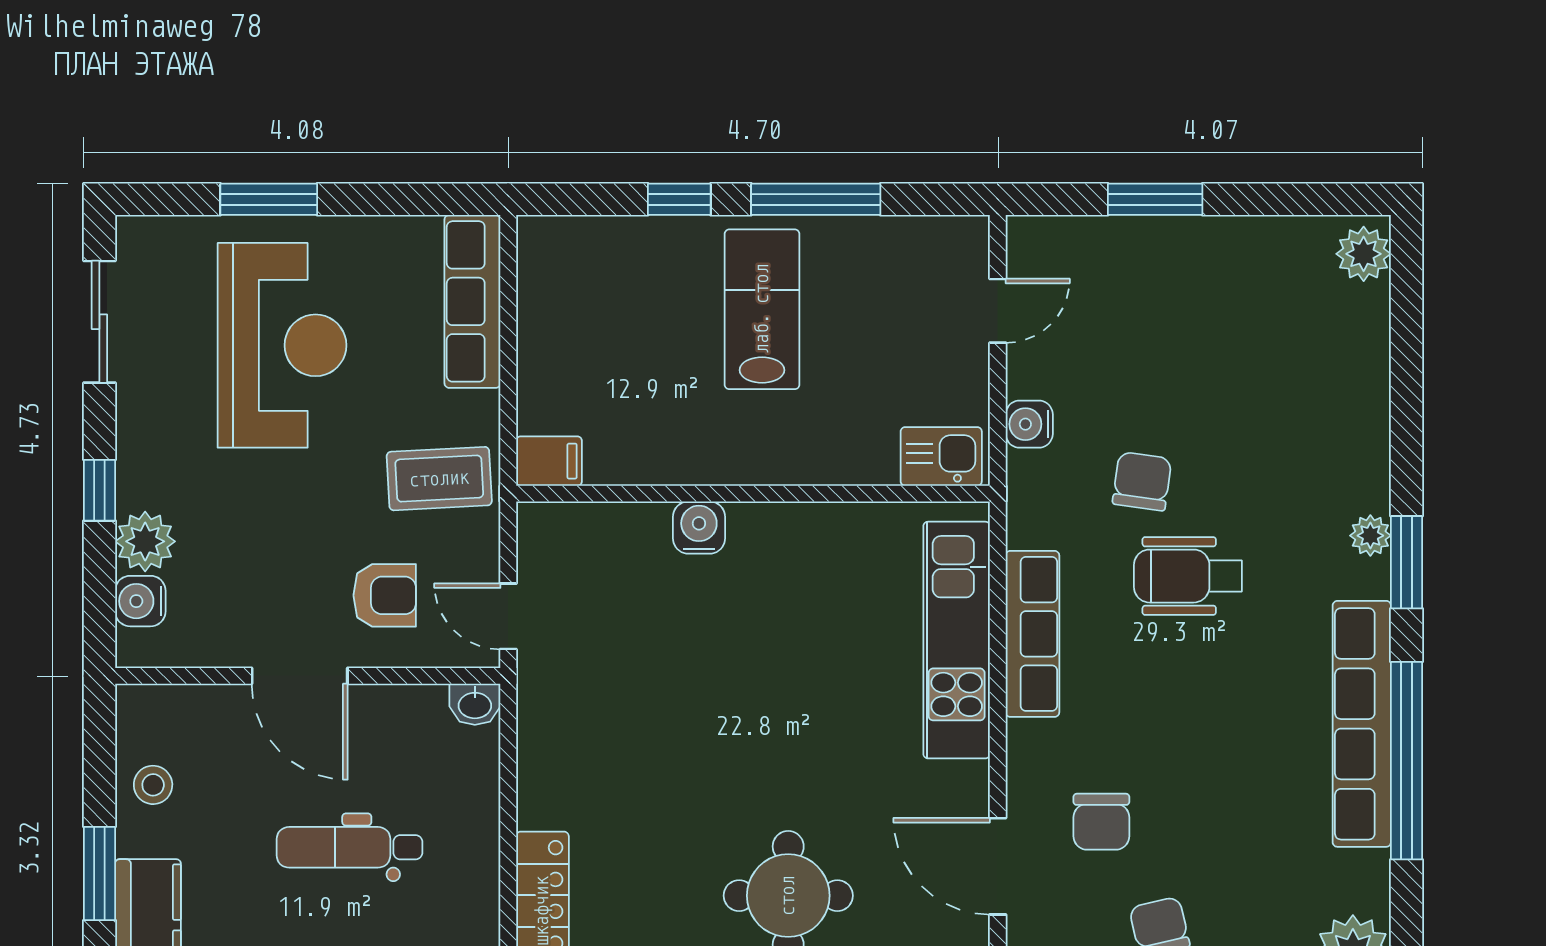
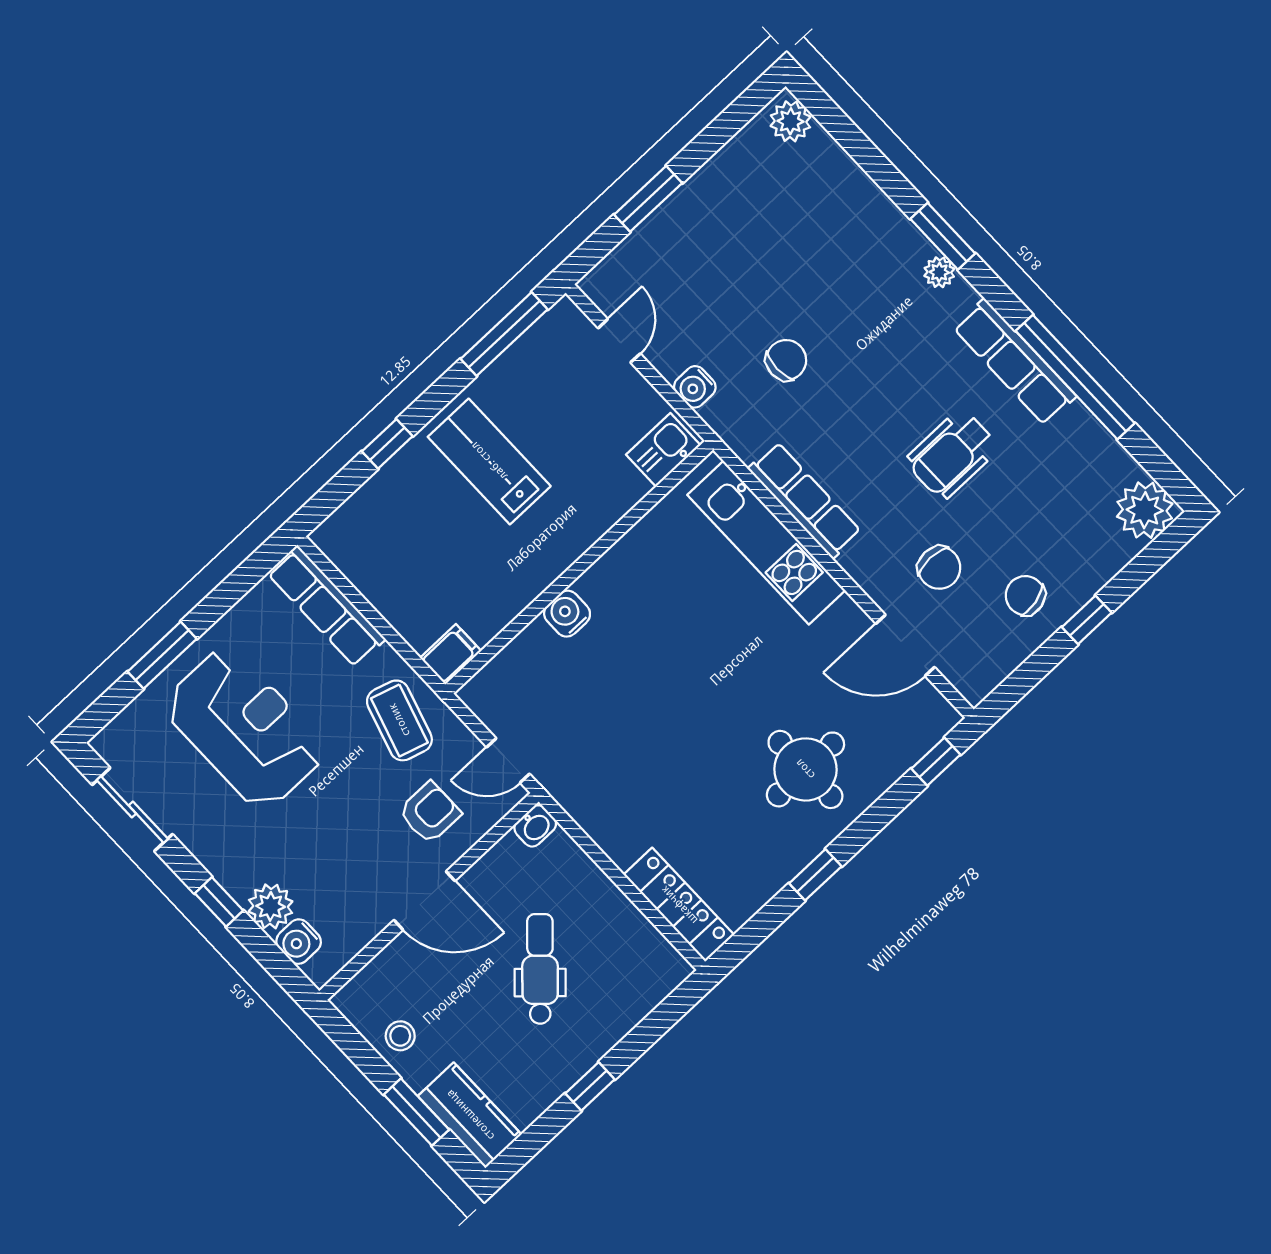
window: (816, 199) -> (504, 334), moved
coffee table: (439, 479) -> (399, 720), turned -70
chair: (1142, 481) -> (786, 360), turned 82
window: (1407, 562) -> (943, 236), moved
wheelchair: (1188, 576) -> (952, 454), moved
row of seats: (1362, 724) -> (1015, 362), width x0.73
dental chair: (350, 847) -> (540, 969), turned 133

